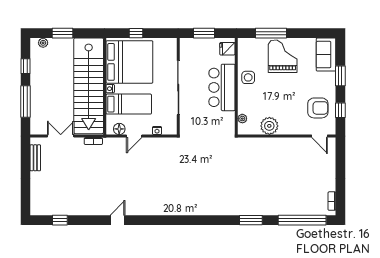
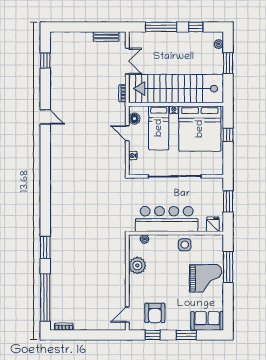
bar counter: (222, 87) -> (167, 219), width x1.36

